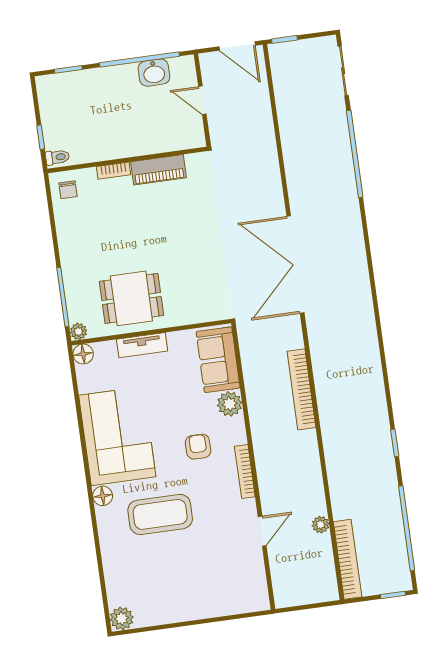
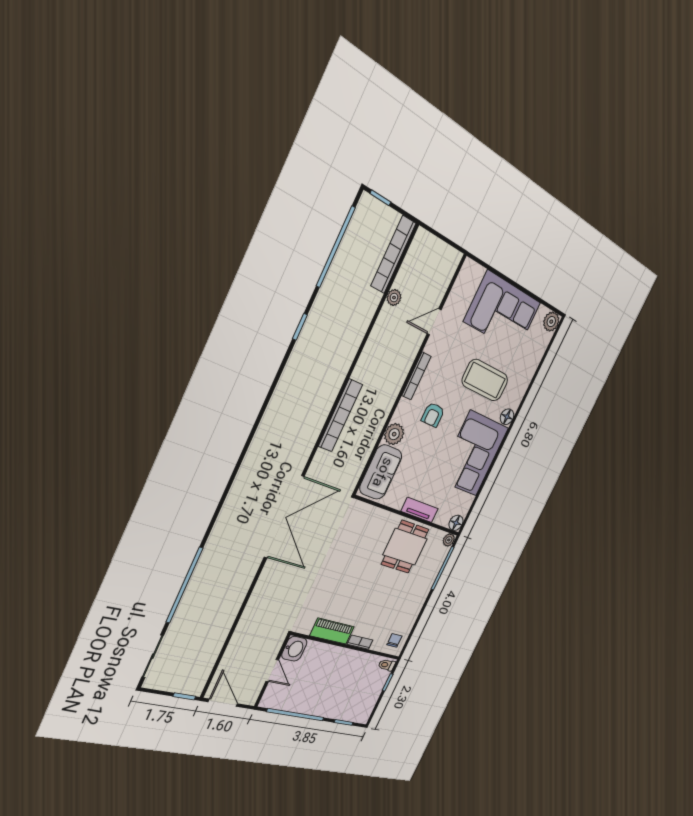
washbasin: (154, 73) -> (294, 649), moved, turned 90
dining table: (131, 298) -> (405, 547), turned 90
corner sofa: (190, 589) -> (503, 312), added

